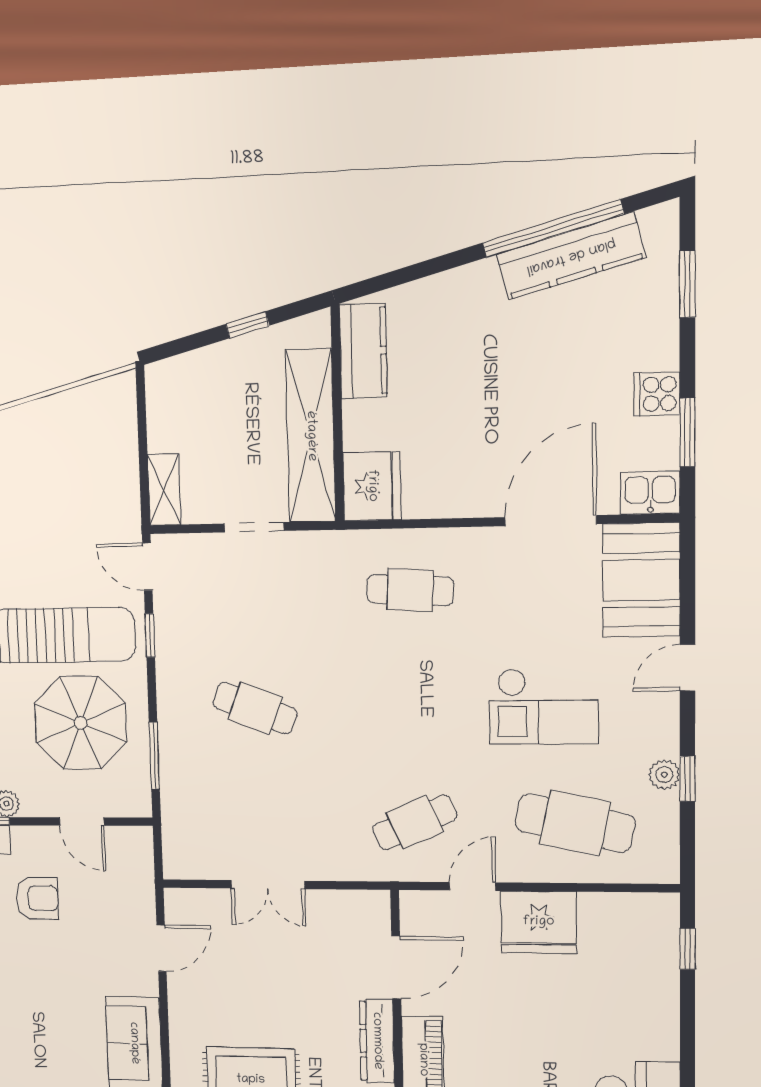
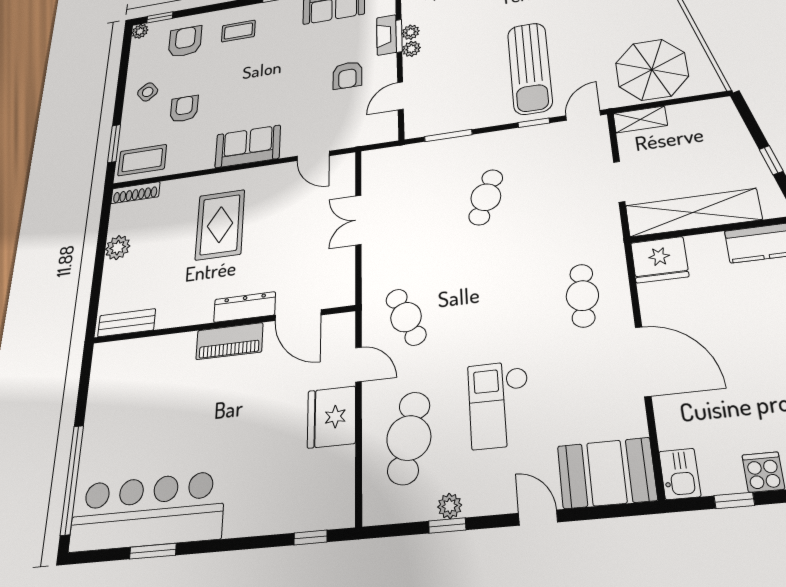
window: (687, 432) -> (734, 500), width x0.67
door: (550, 521) -> (643, 361), moved
parasol: (81, 723) -> (652, 70), moved

